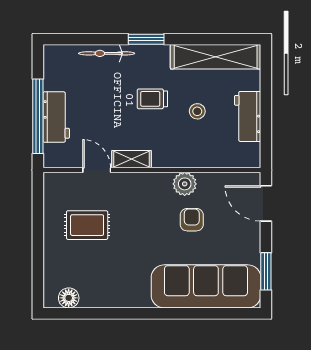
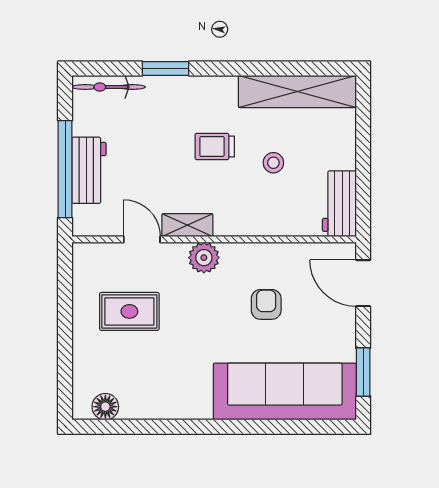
window: (146, 39) -> (166, 69), moved
bicycle: (107, 53) -> (109, 87), moved
workbench: (248, 116) -> (339, 204), moved
plant: (185, 184) -> (204, 258), moved

